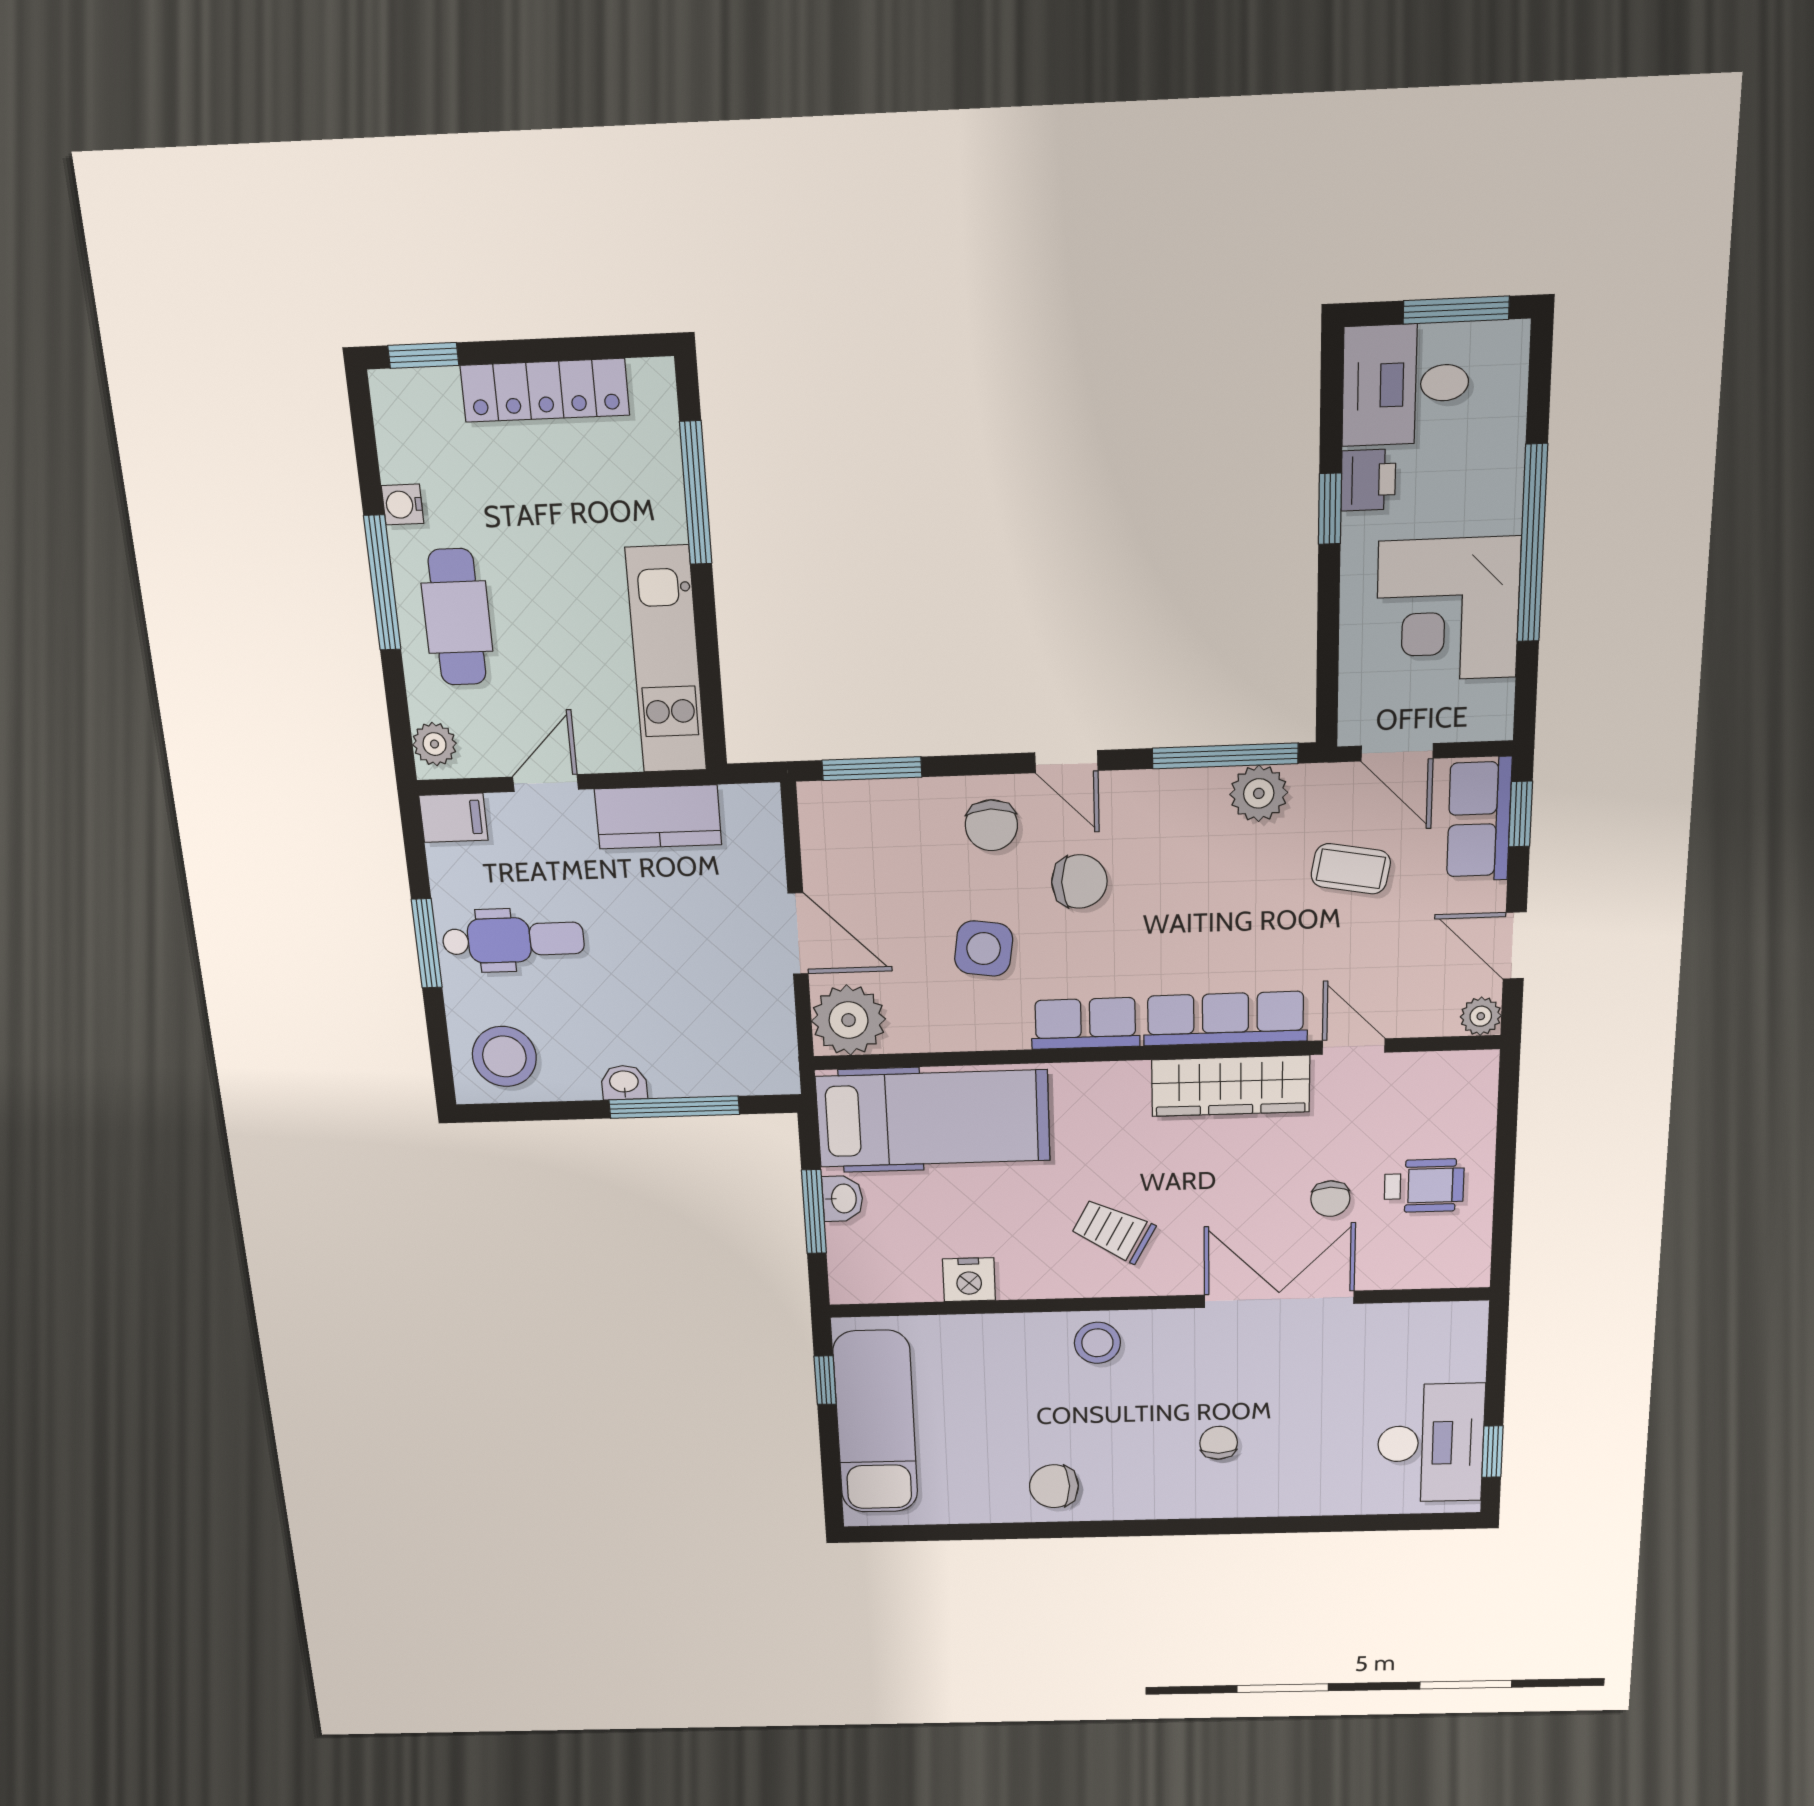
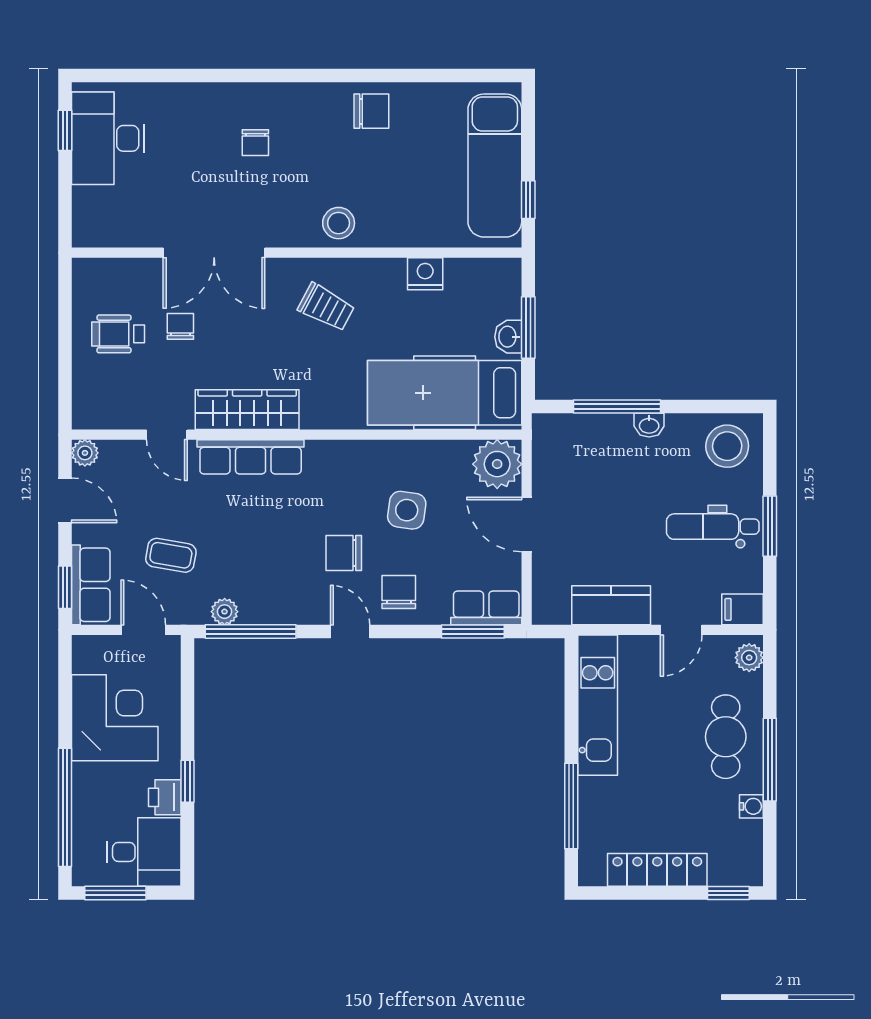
window: (1532, 544) -> (65, 807), moved
plant: (1259, 793) -> (225, 612), width x0.73, depth x0.73
row of seats: (1085, 1023) -> (486, 608), moved, turned 180

